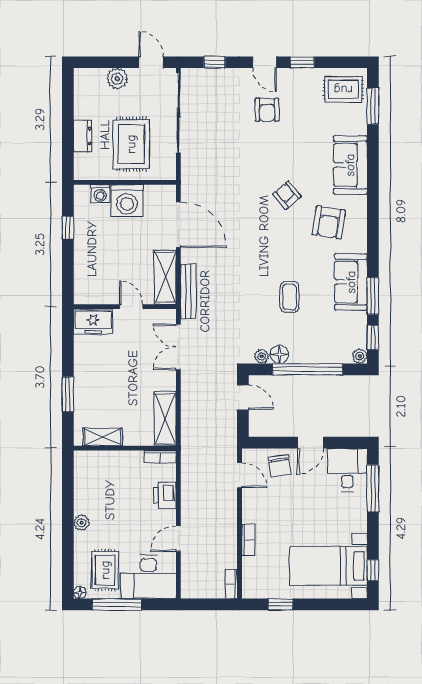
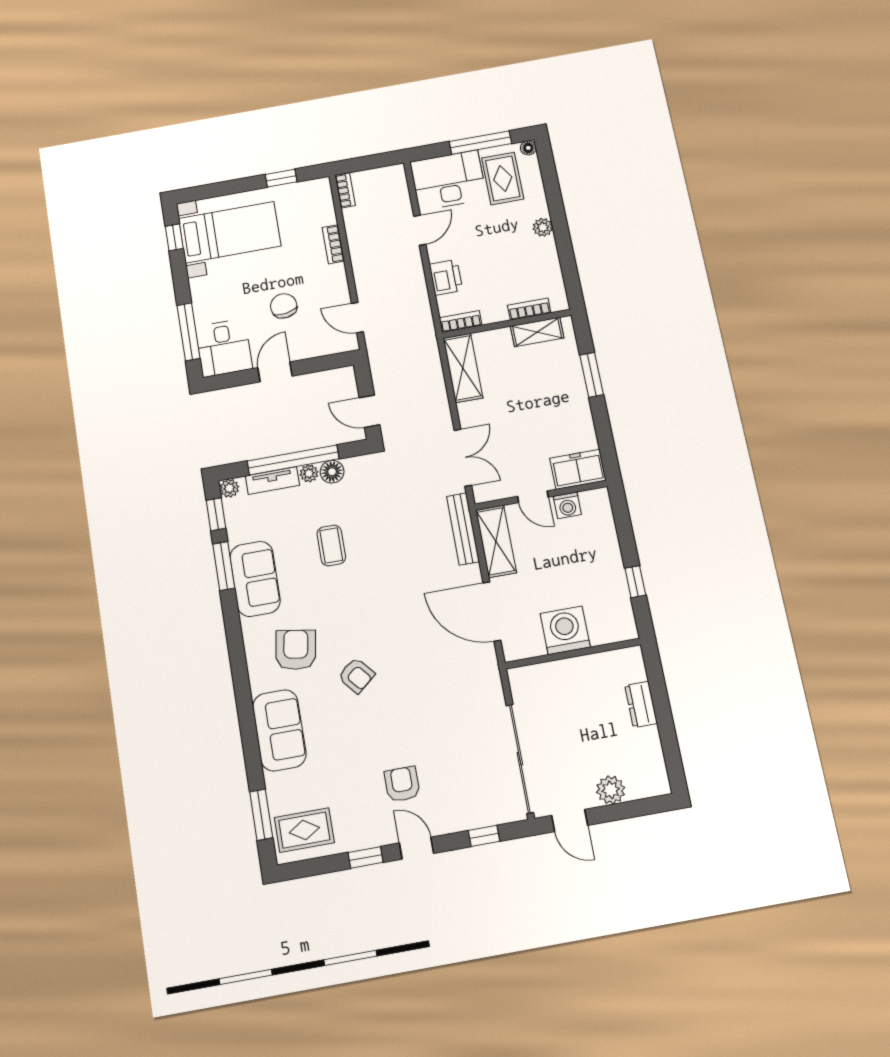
rug: (131, 144) -> (574, 705), removed
washing machine: (100, 194) -> (567, 505), moved, turned 180
plant: (262, 356) -> (309, 473), moved
tv unit: (326, 356) -> (272, 481), added
bookcase: (105, 457) -> (529, 309), added
chair: (280, 466) -> (284, 306), moved

